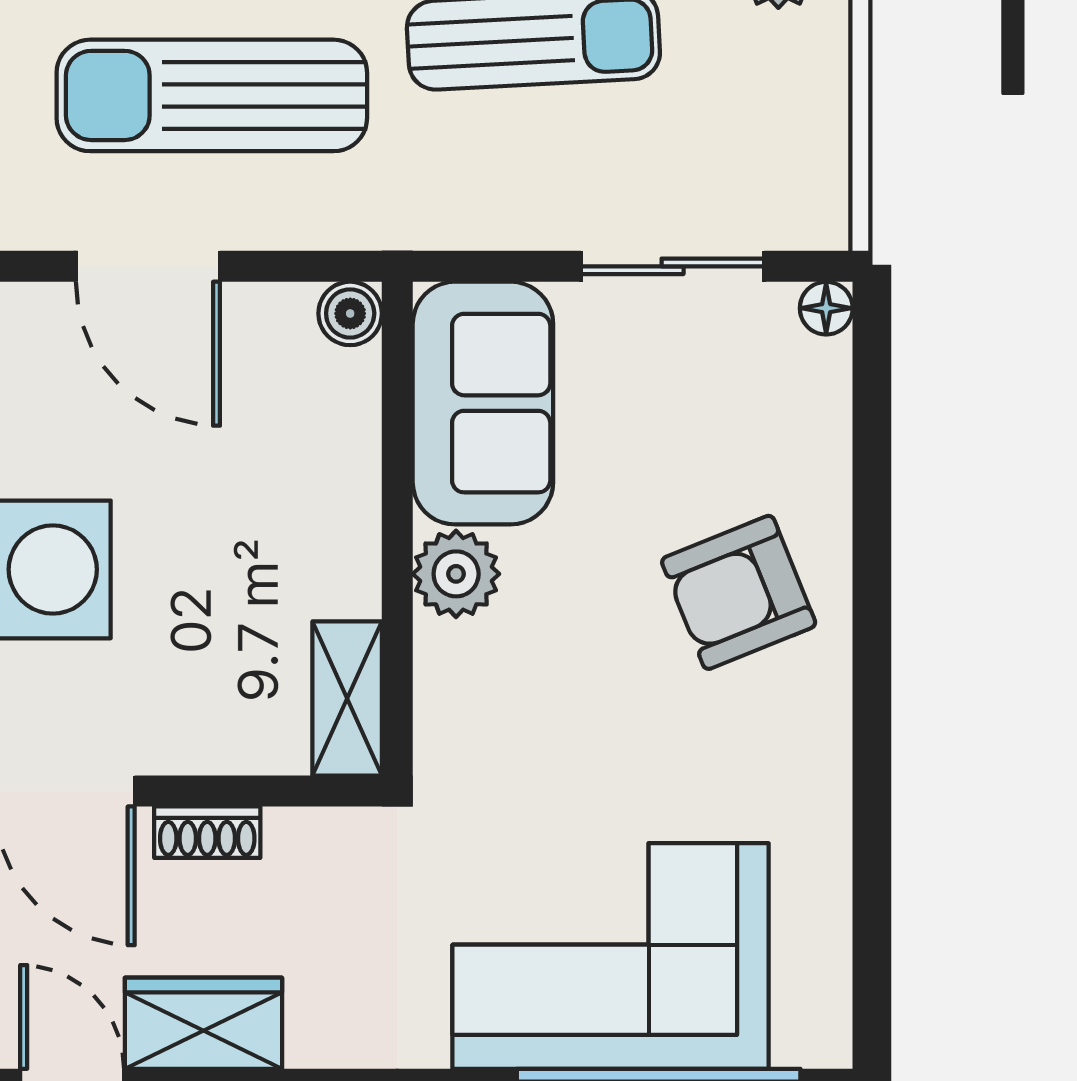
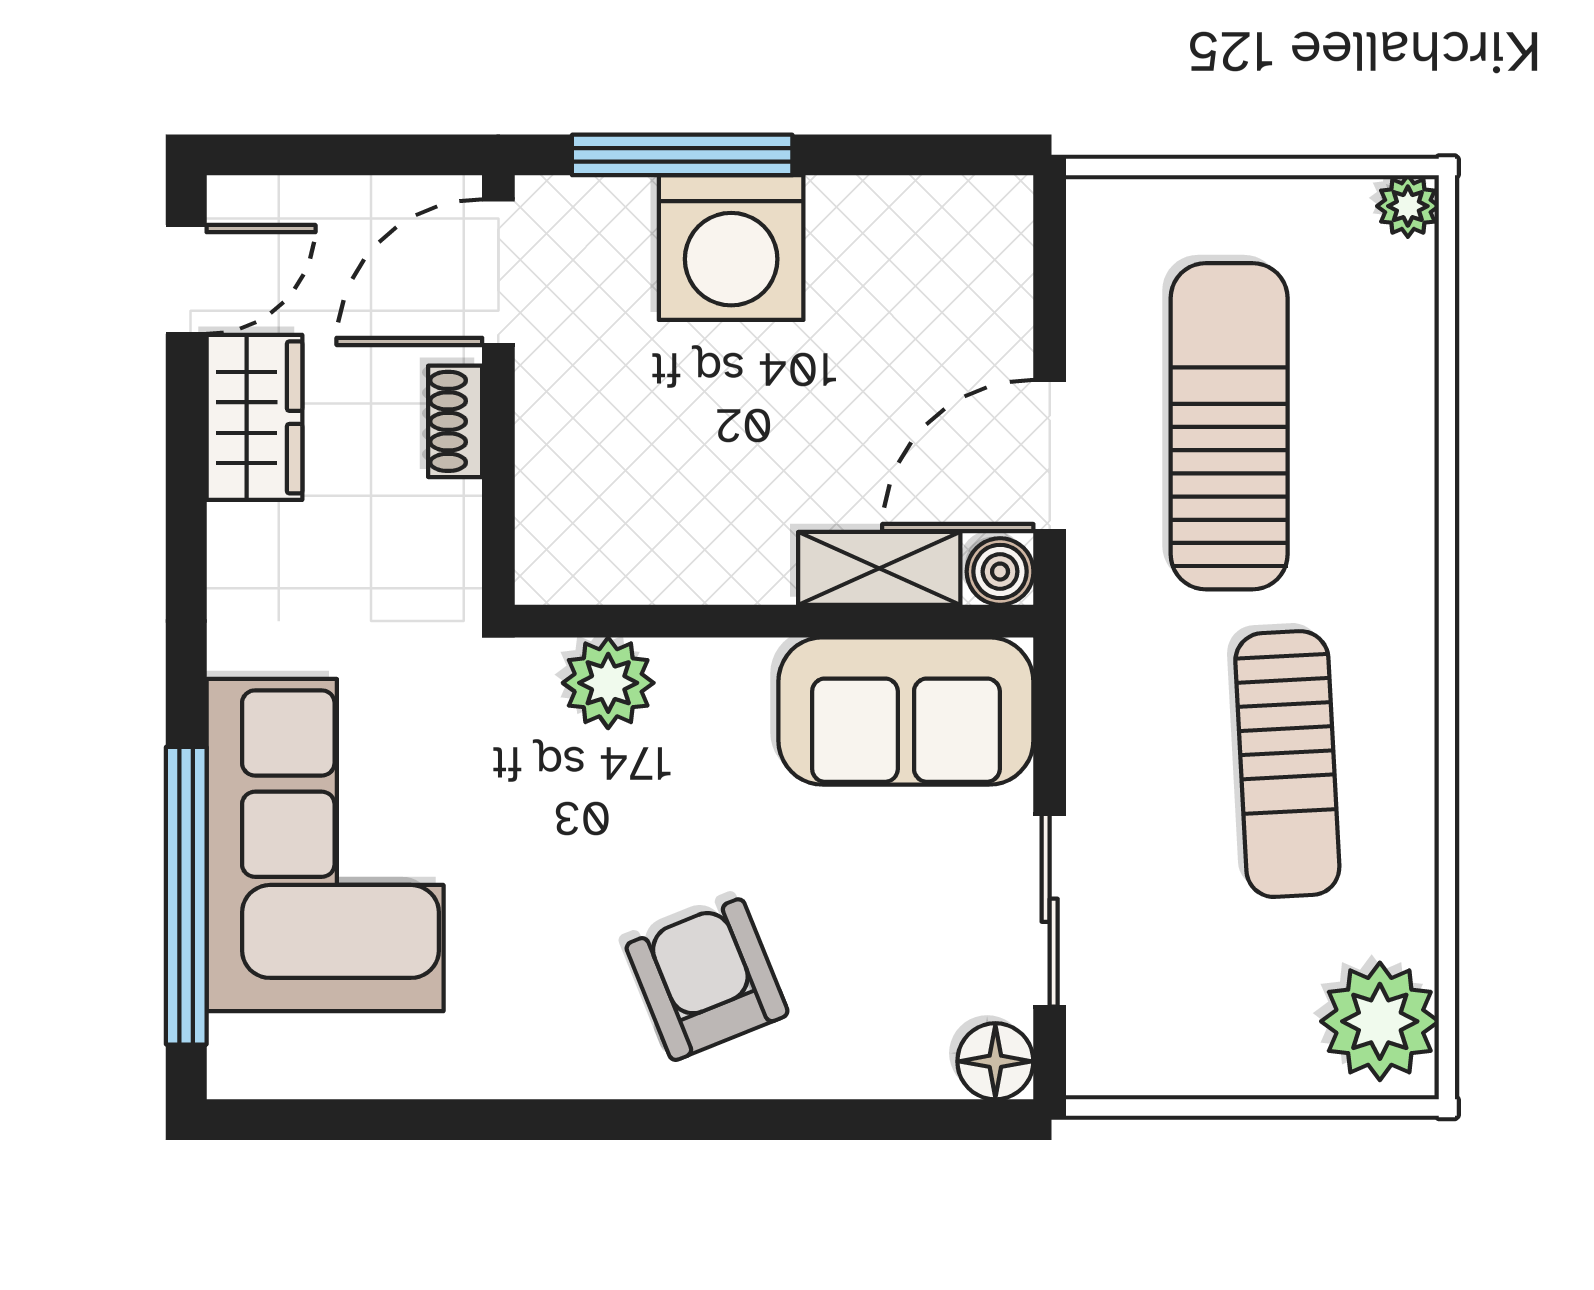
door: (148, 266) -> (1050, 456), moved
floor lamp: (826, 308) -> (995, 1061), width x1.37, depth x1.37
plant: (456, 574) -> (608, 683), moved
shelving: (347, 698) -> (879, 568), moved

